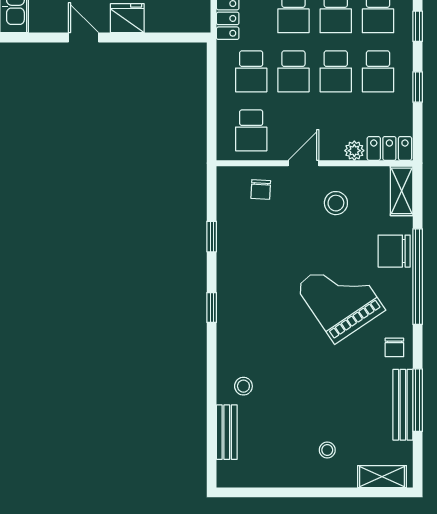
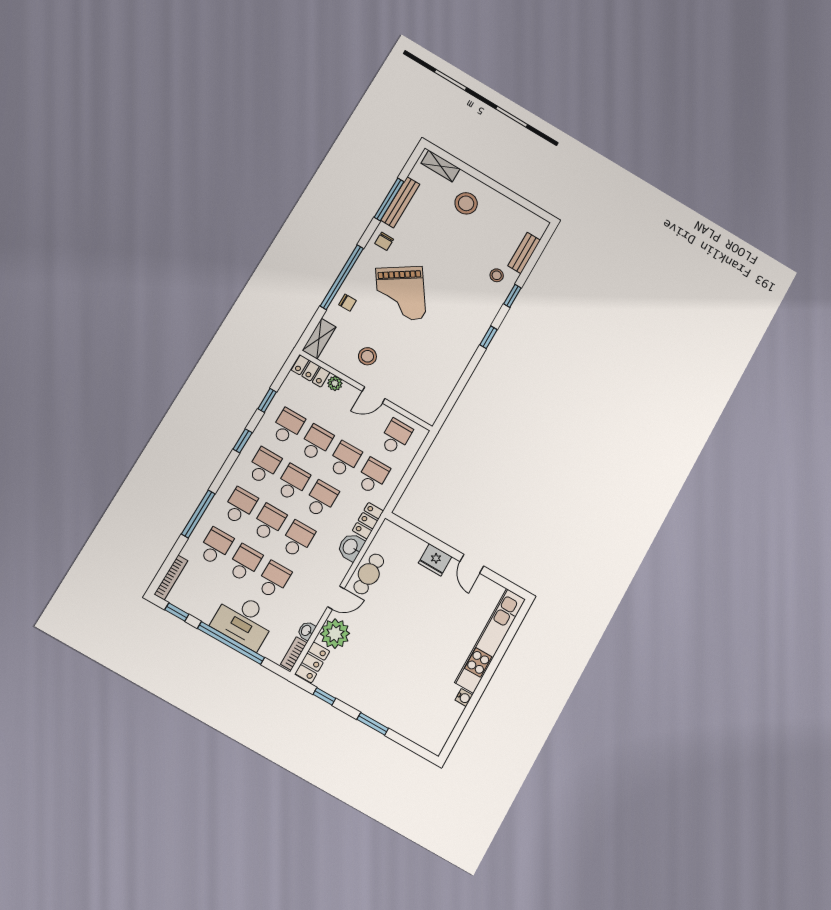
chair: (261, 189) -> (412, 394), removed
window: (212, 237) -> (512, 296), moved
chair: (394, 251) -> (347, 303), width x0.54, depth x0.54
chair: (394, 347) -> (384, 241), turned 180
stool: (327, 450) -> (466, 203), width x1.89, depth x1.89

